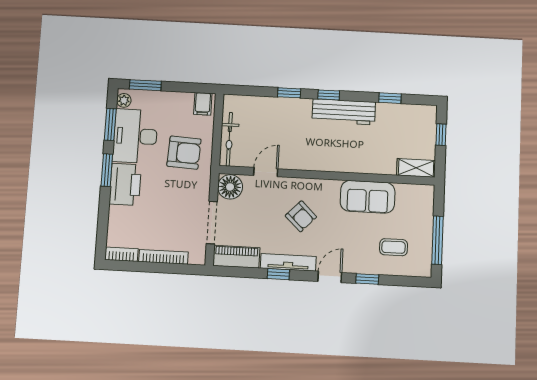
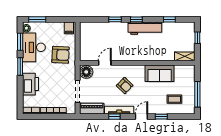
bicycle: (229, 139) -> (84, 46), removed
printer: (125, 184) -> (30, 84), moved

